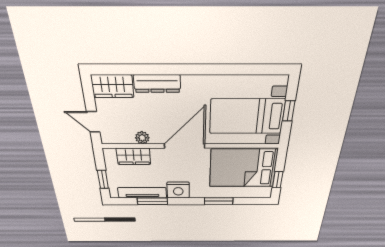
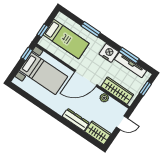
window: (289, 111) -> (27, 54), moved
door: (93, 122) -> (122, 123), hinge flipped
wardrobe: (134, 156) -> (117, 91), width x1.50
bed: (243, 168) -> (66, 39), width x0.67
window: (278, 180) -> (43, 31), moved

